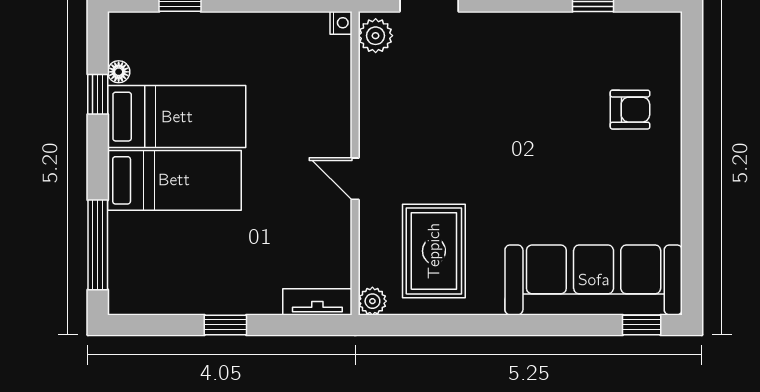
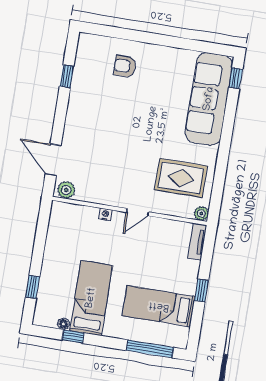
nightstand: (341, 23) -> (105, 214), moved
armchair: (630, 110) -> (125, 66), turned -90
bed: (174, 180) -> (159, 306), moved, turned -90

